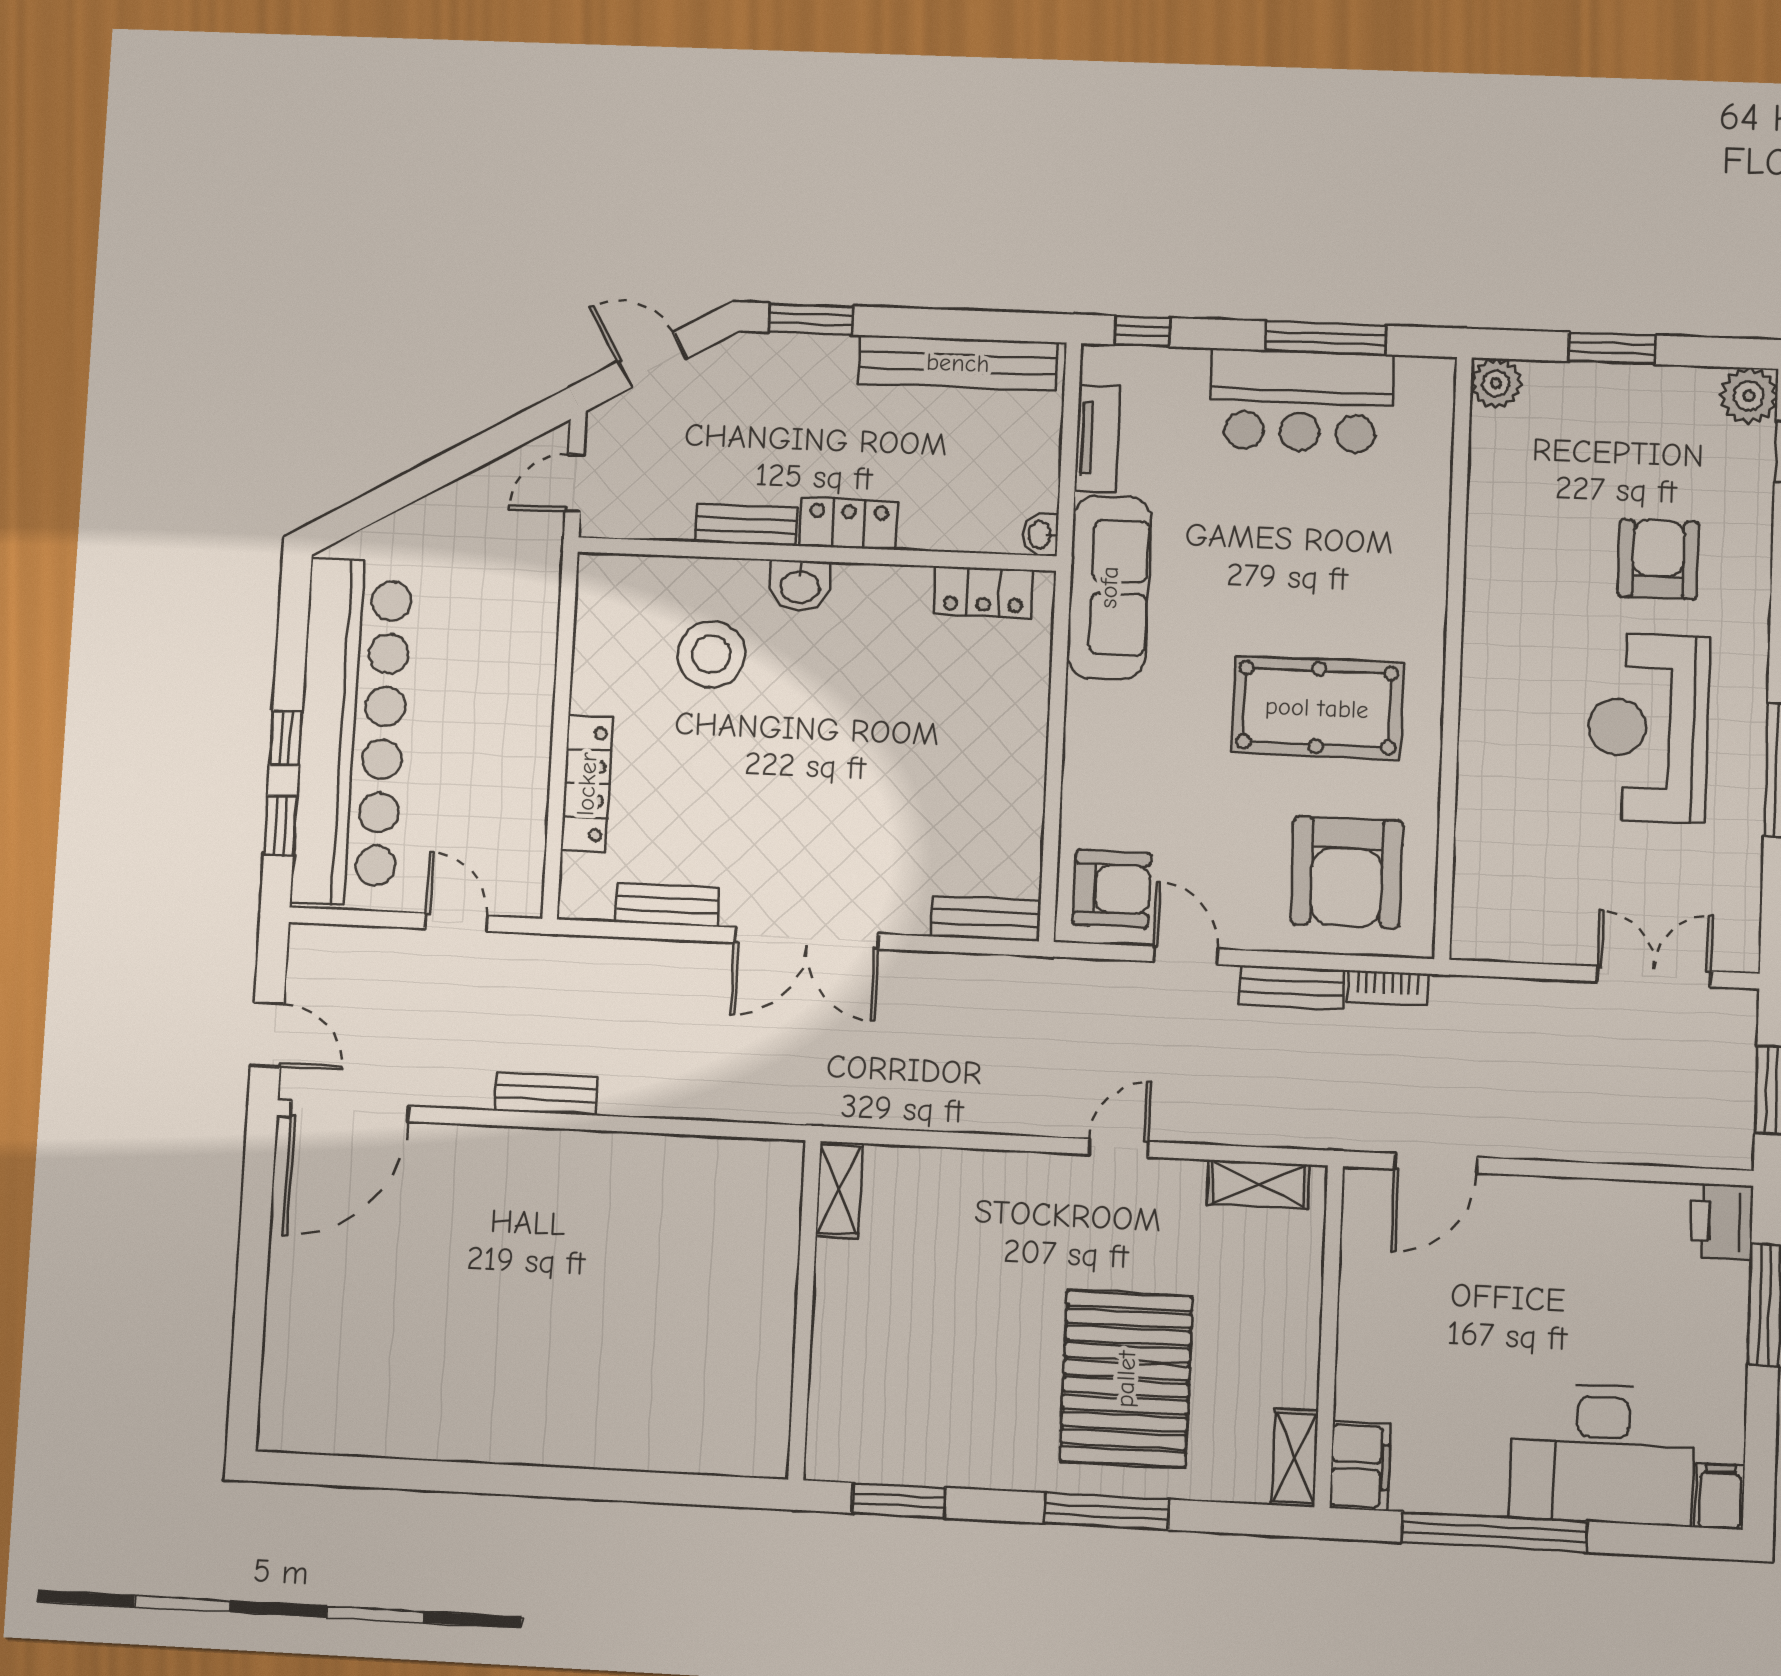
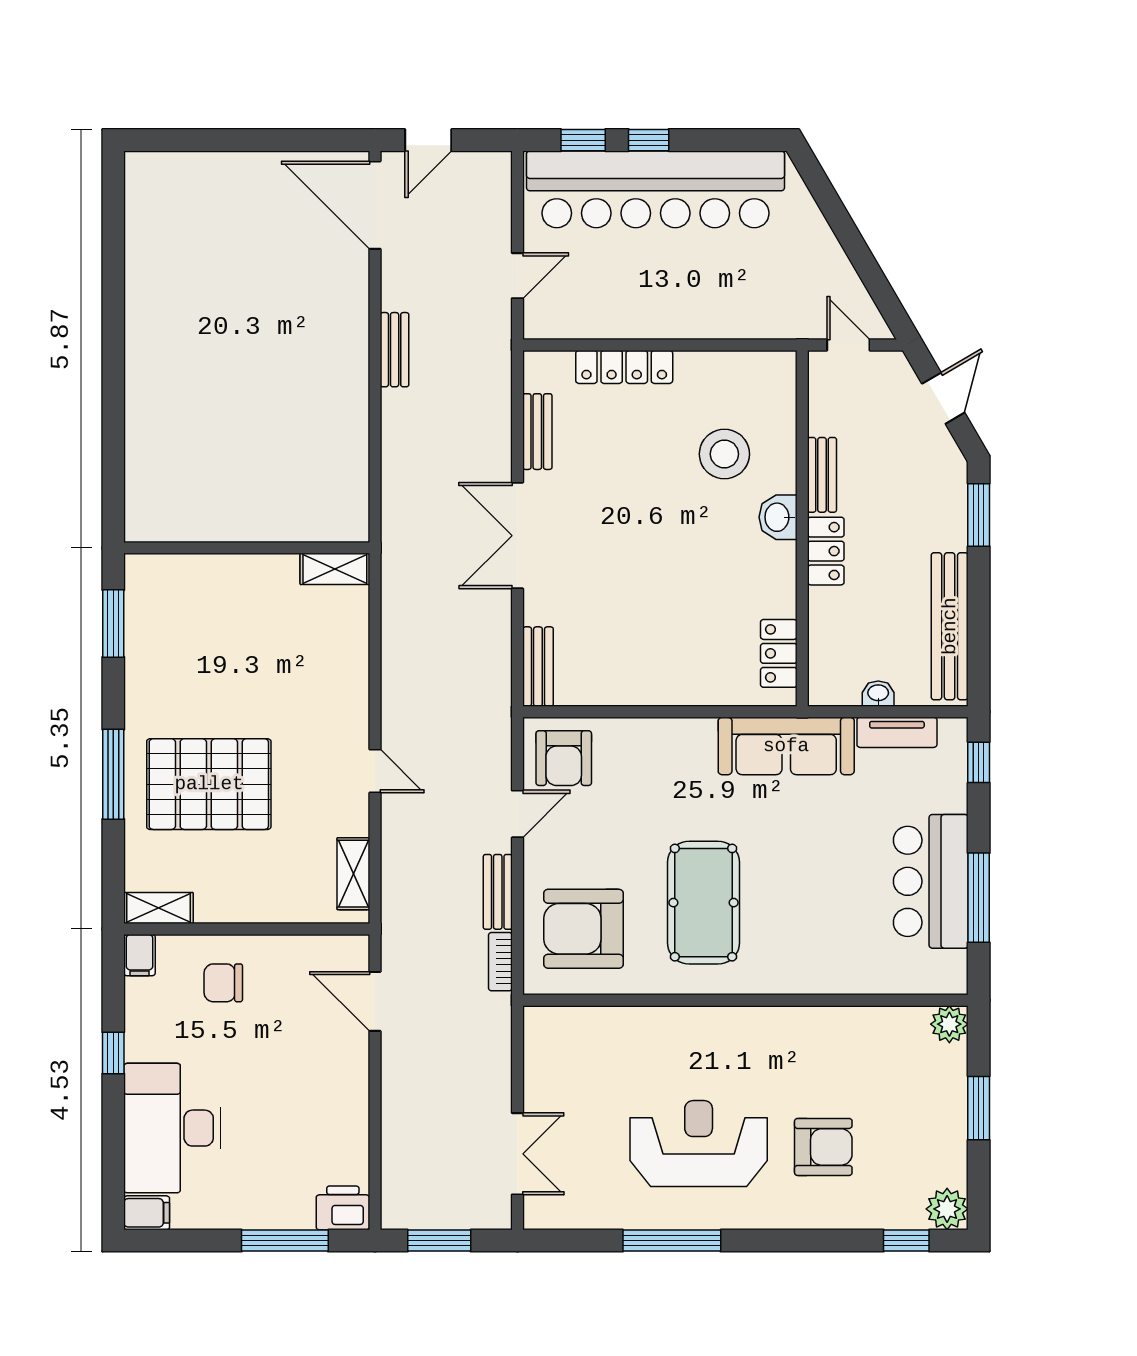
washbasin: (1041, 534) -> (878, 694), moved
chair: (1402, 1373) -> (223, 983), added
filing cabinet: (1360, 1466) -> (140, 955), width x0.50
window: (1494, 1532) -> (113, 1053), width x0.32

